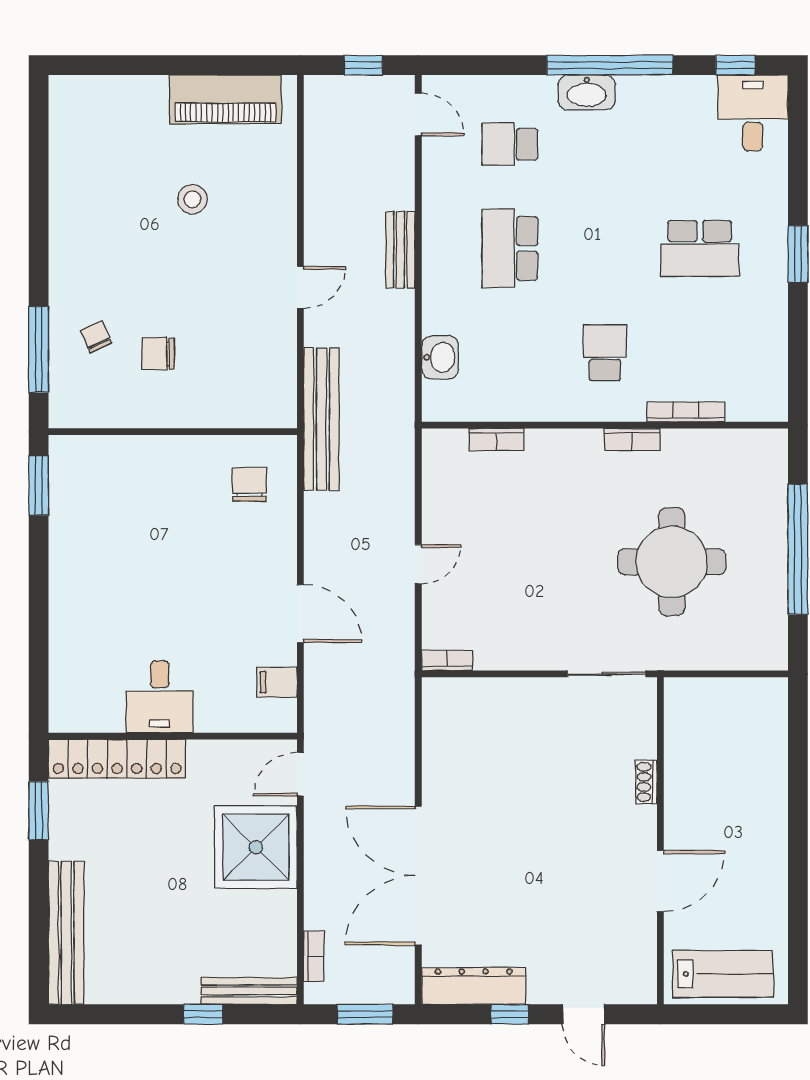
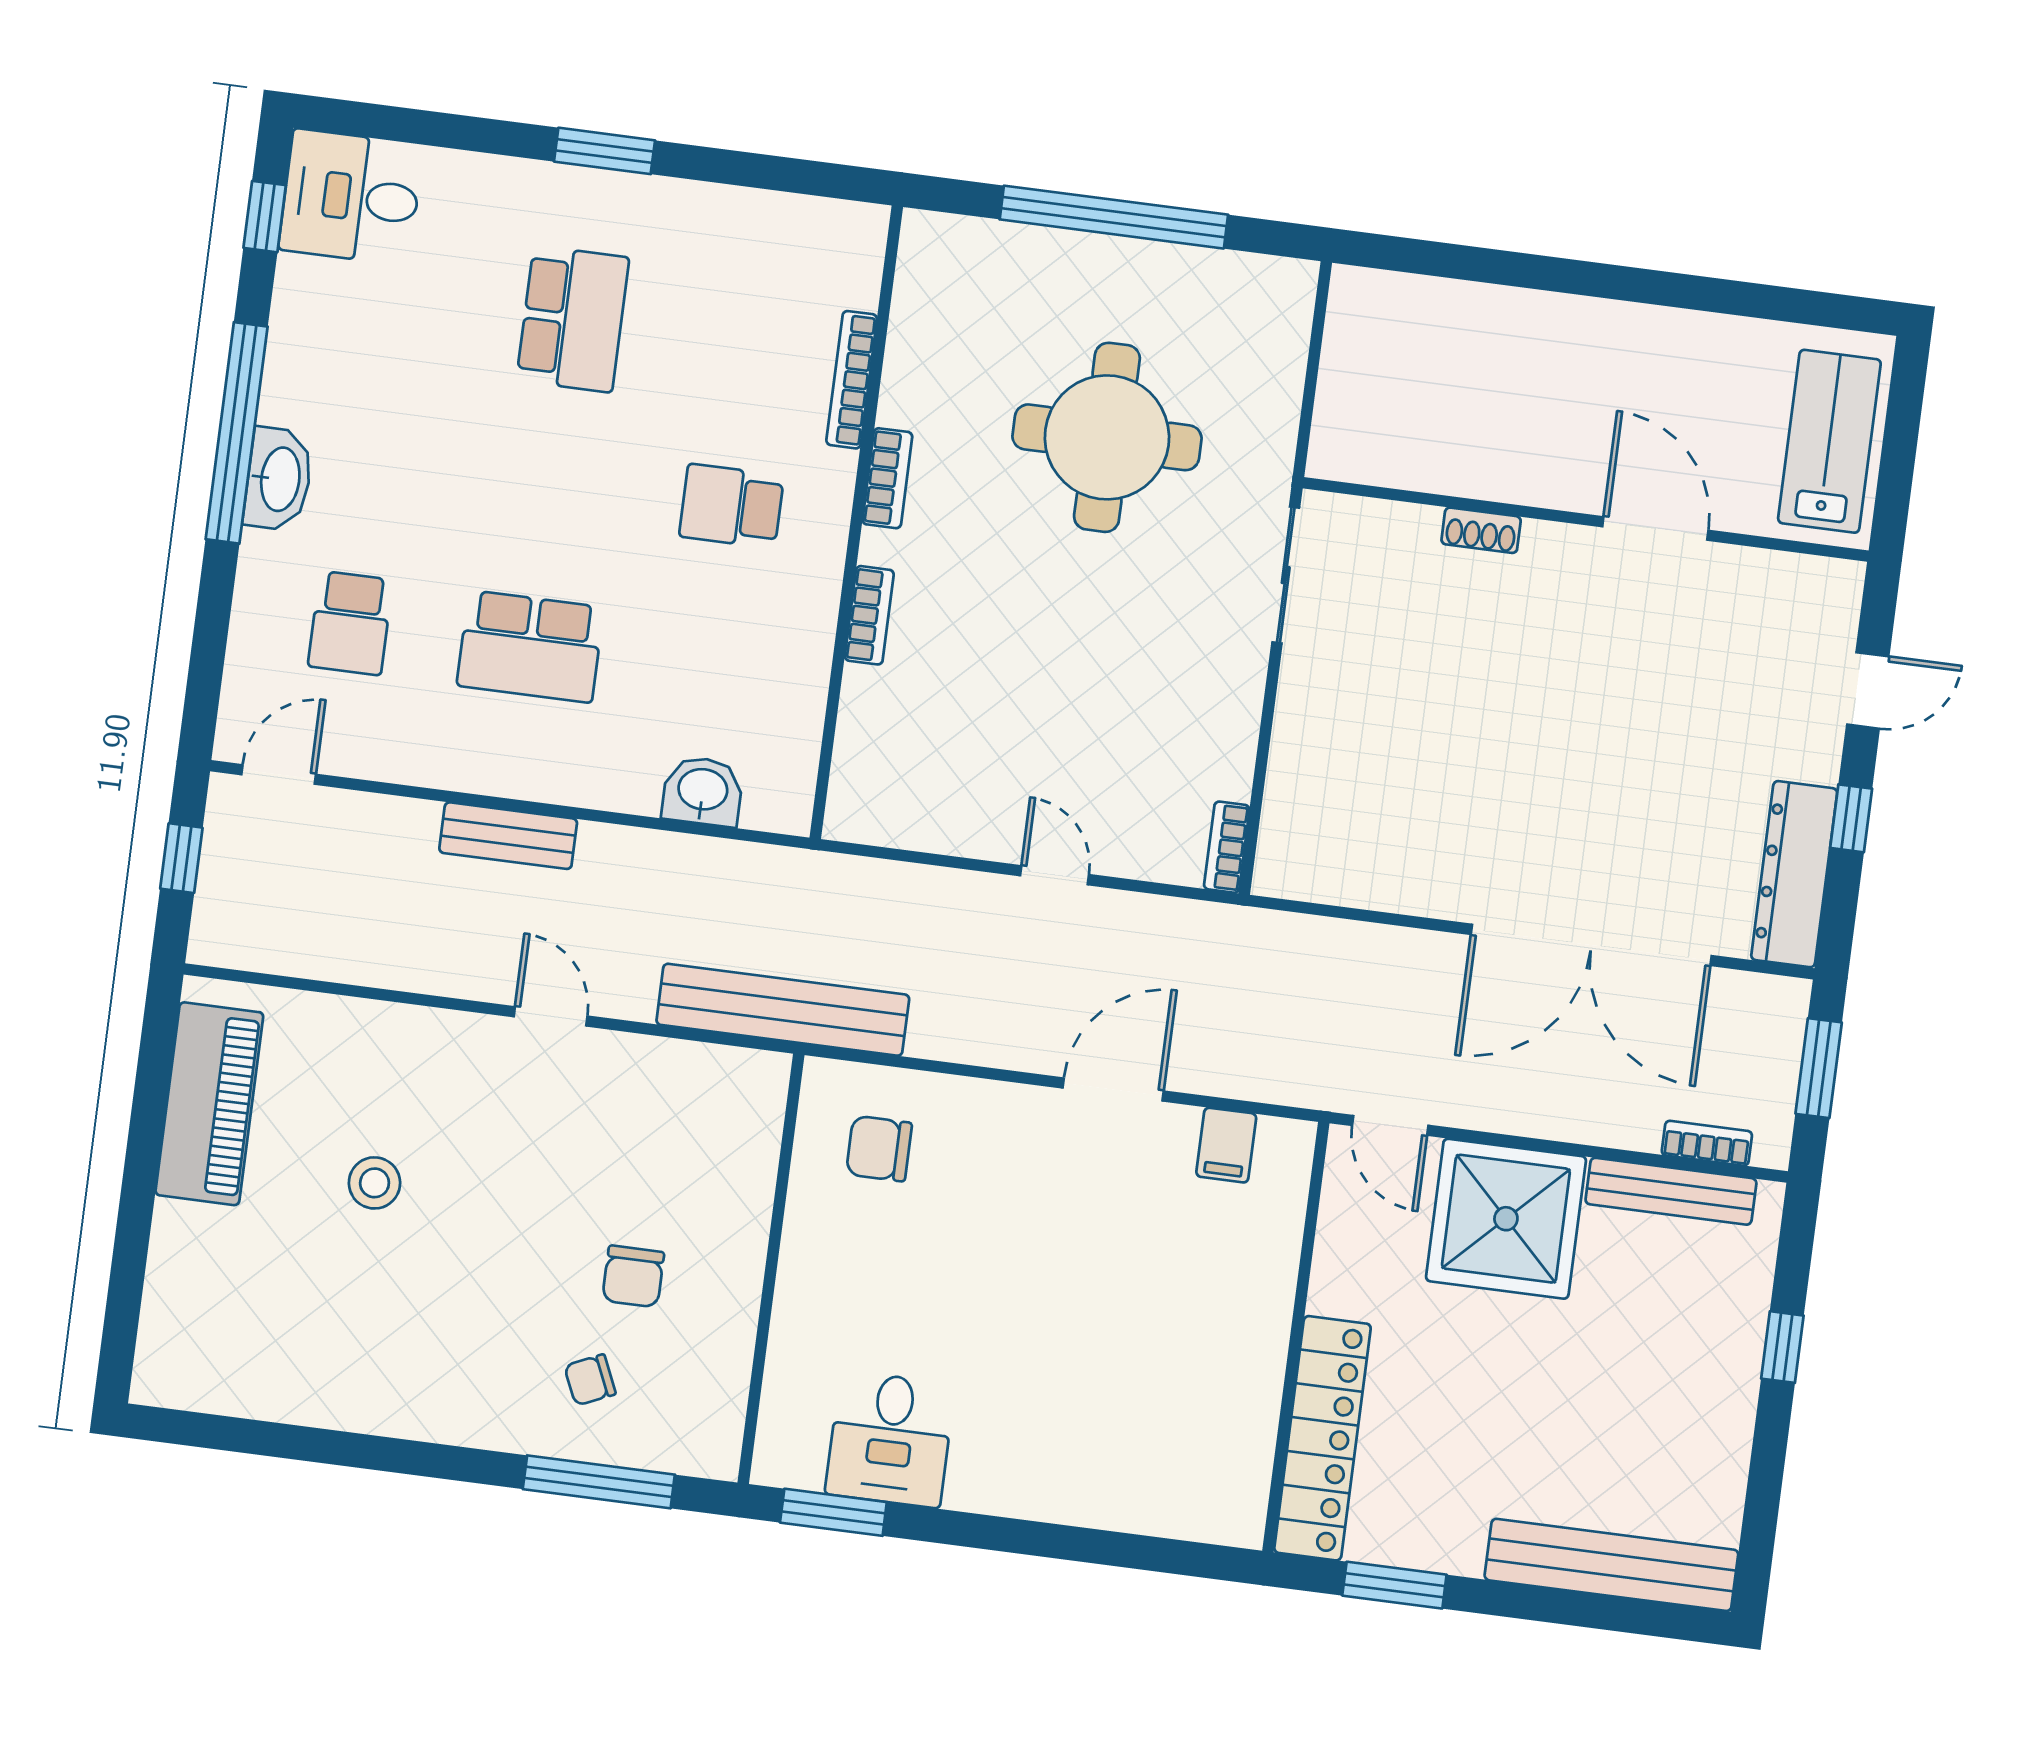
bookcase: (496, 439) -> (869, 615), moved
desk: (160, 697) -> (890, 1439), moved, turned 90
bench: (249, 991) -> (1671, 1191), moved, turned 90

